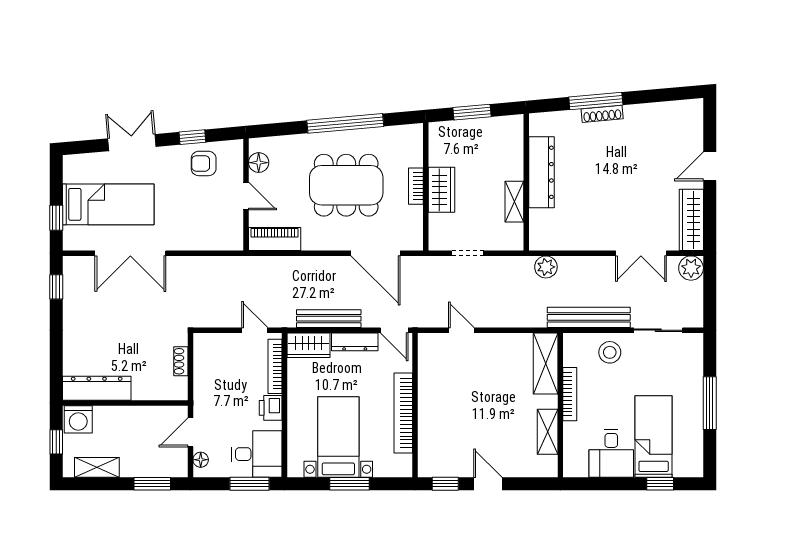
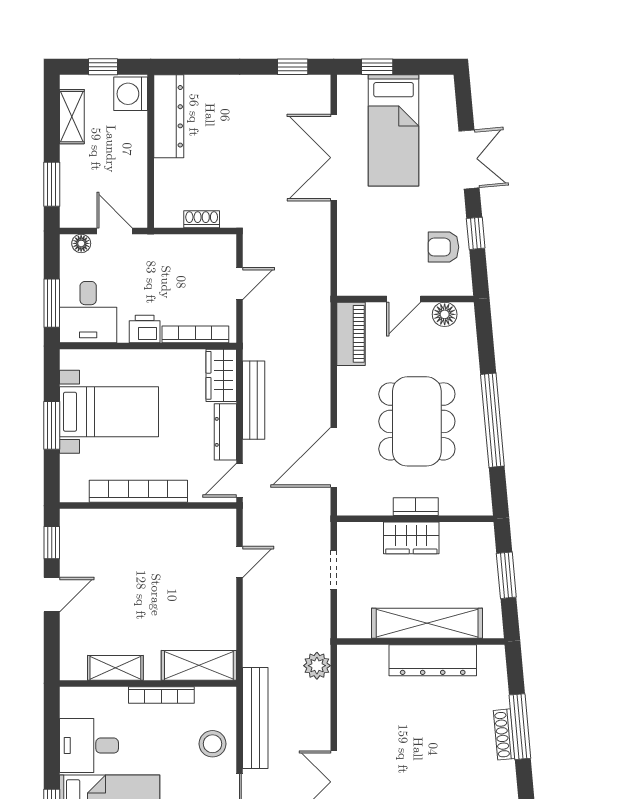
armchair: (204, 163) -> (443, 247), turned -90
shelving: (514, 202) -> (427, 623), width x2.20, depth x1.33
door: (255, 330) -> (240, 284), moved

